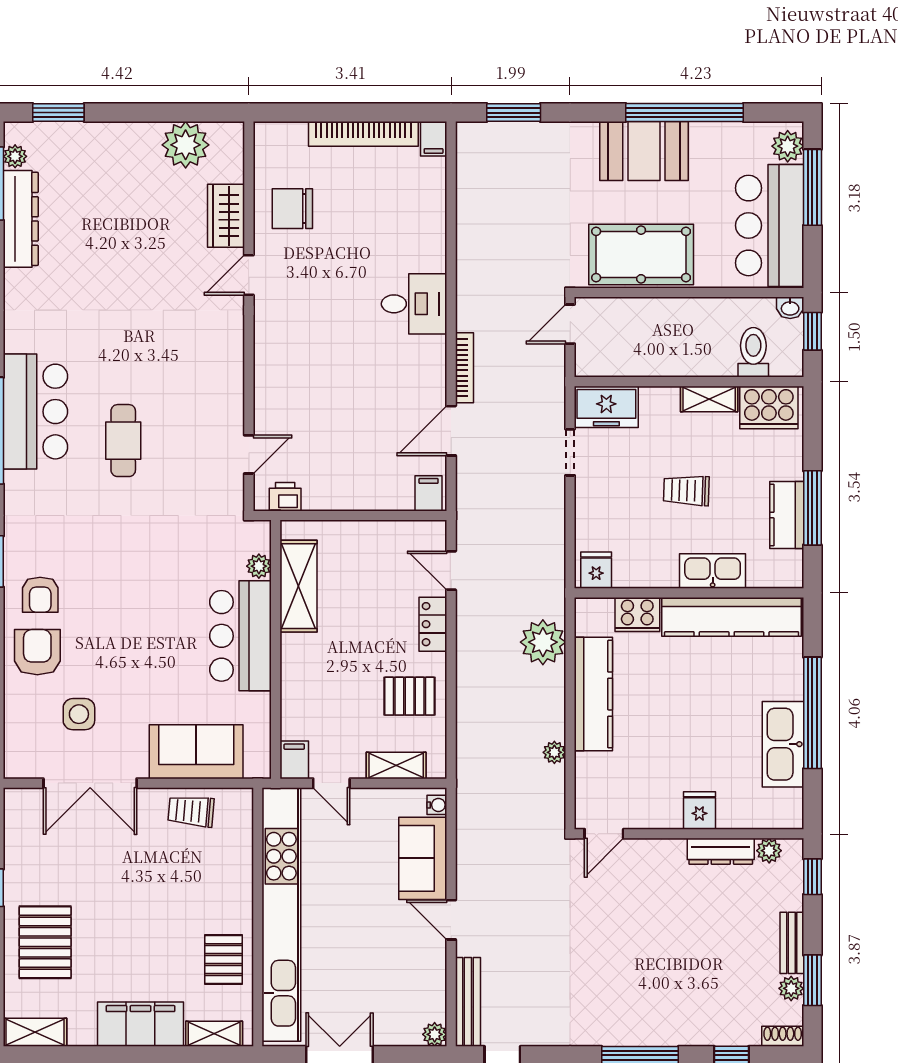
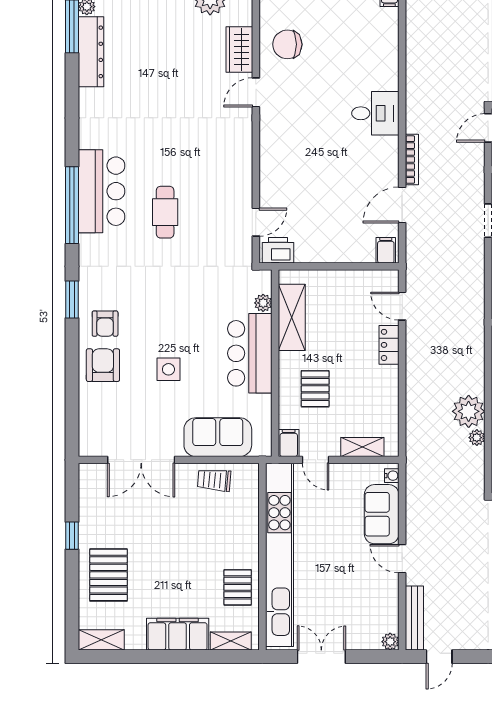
printer: (285, 497) -> (278, 250), width x1.36, depth x1.24
plant: (543, 642) -> (469, 411), moved
pallet: (410, 696) -> (315, 389), moved, turned 90
side table: (79, 714) -> (168, 369), moved

